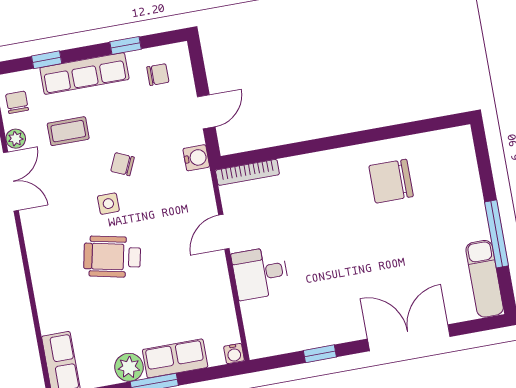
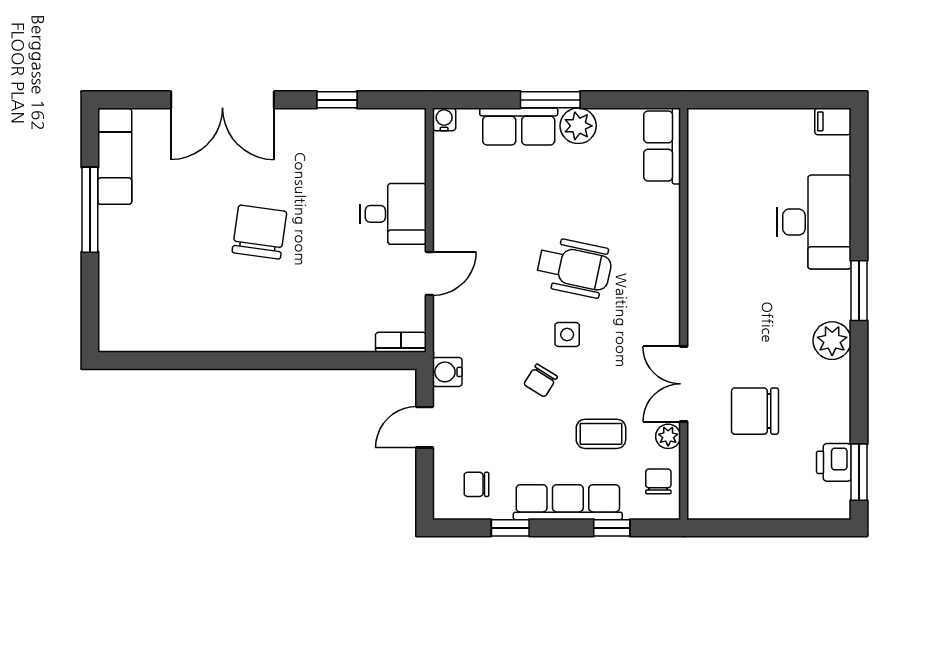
chair: (17, 102) -> (658, 481), turned 180
chair: (123, 164) -> (541, 381), turned 98
bookcase: (247, 172) -> (401, 342), width x0.64
chair: (391, 181) -> (259, 232), moved, turned -82

